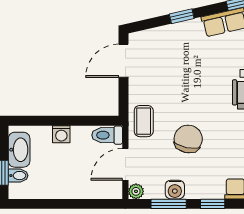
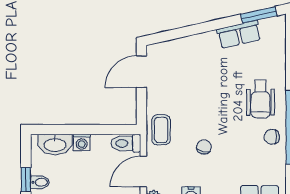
window: (182, 16) -> (198, 29), removed
chair: (188, 139) -> (204, 147), width x0.54, depth x0.54
washbasin: (19, 150) -> (55, 144), moved, turned 90

